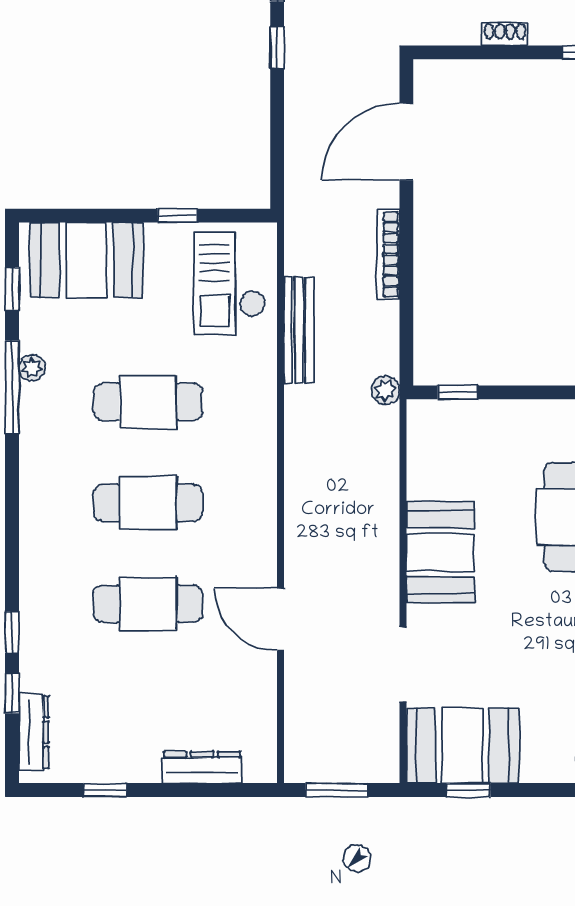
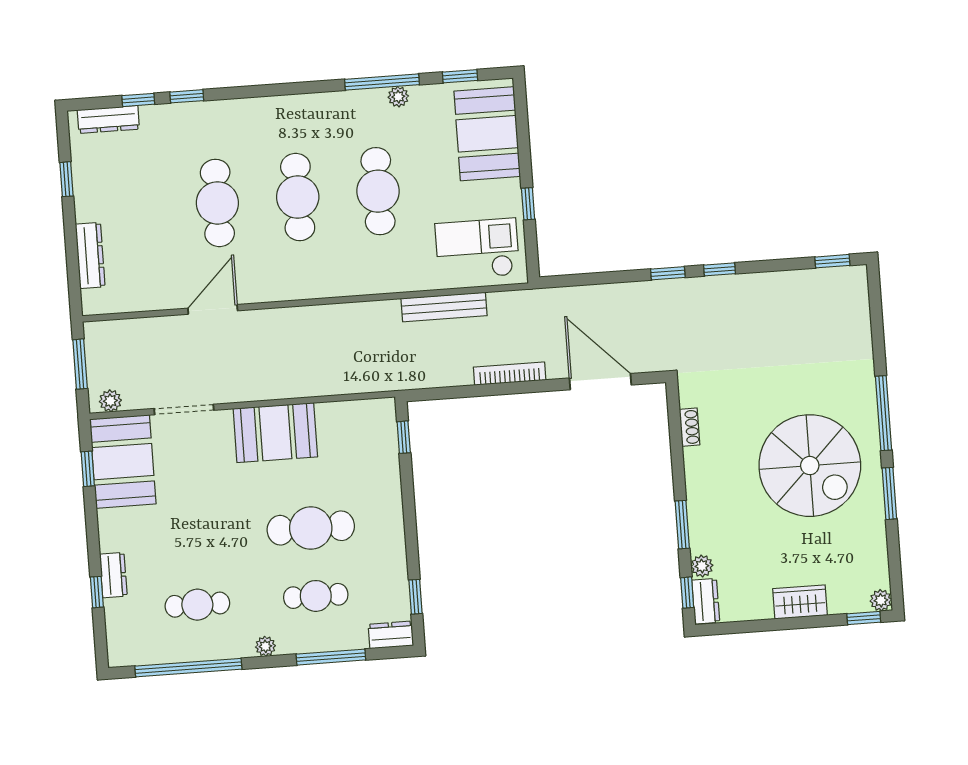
shoe rack: (505, 34) -> (690, 427), moved
plant: (385, 390) -> (110, 401), moved

